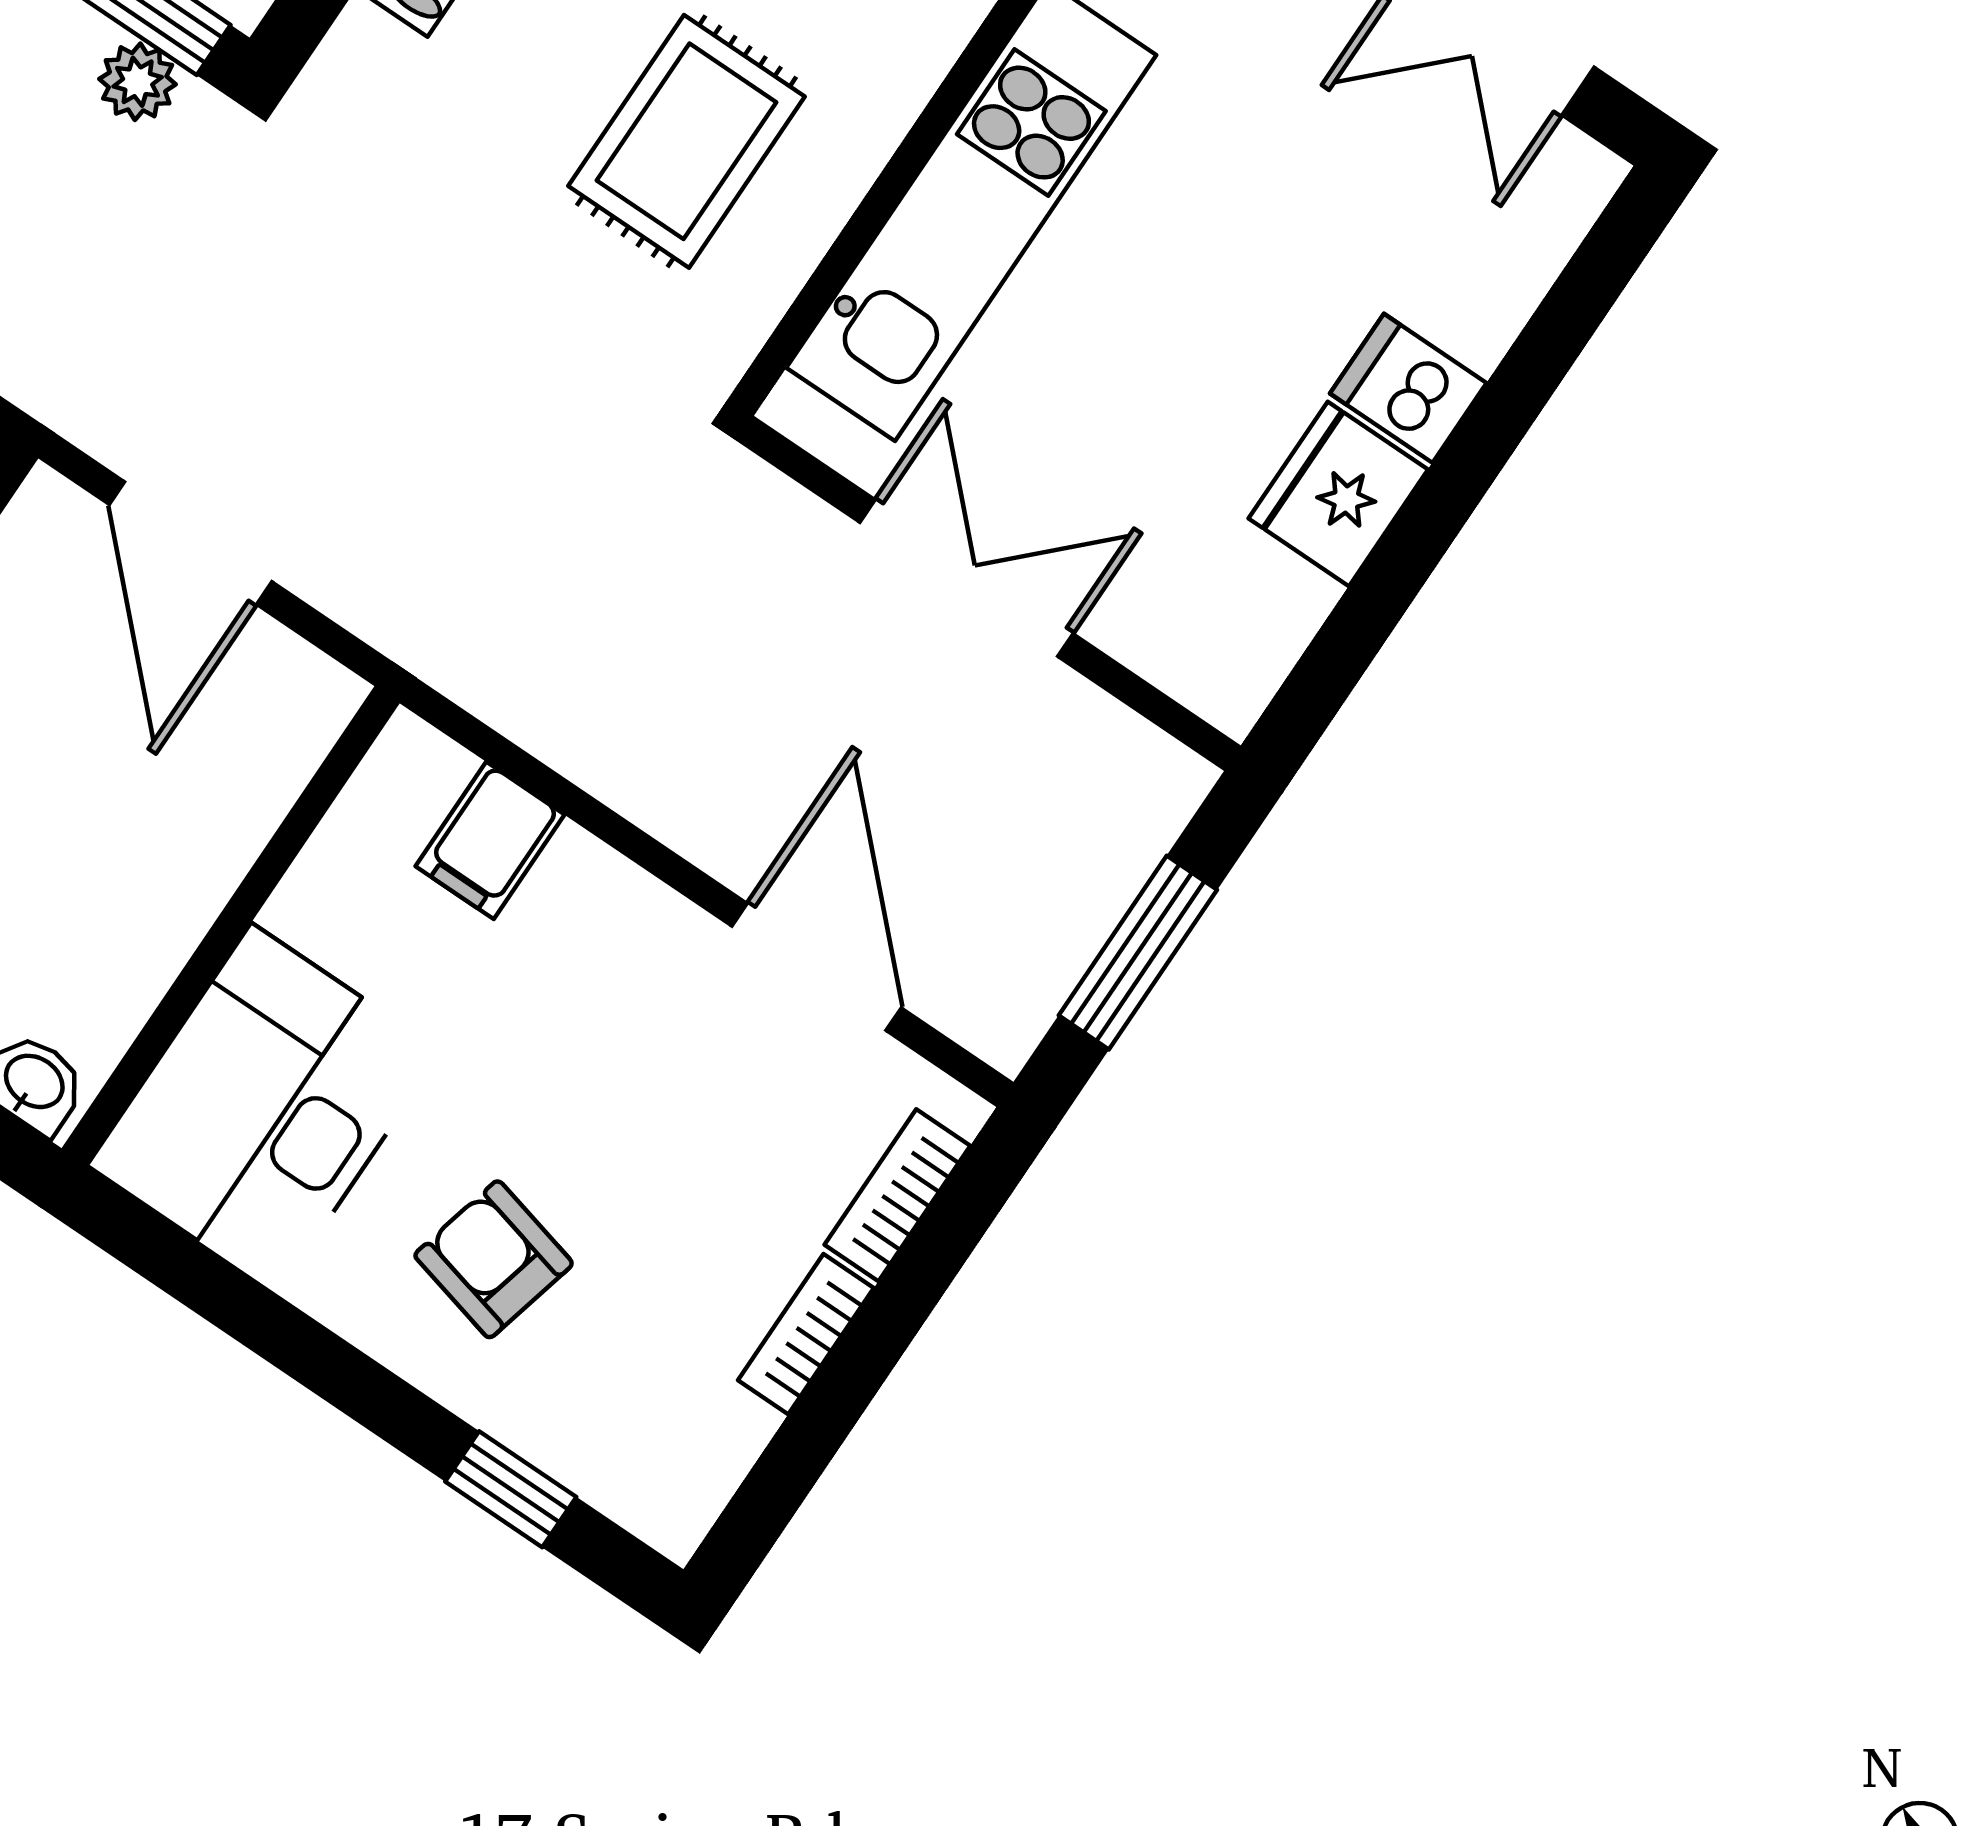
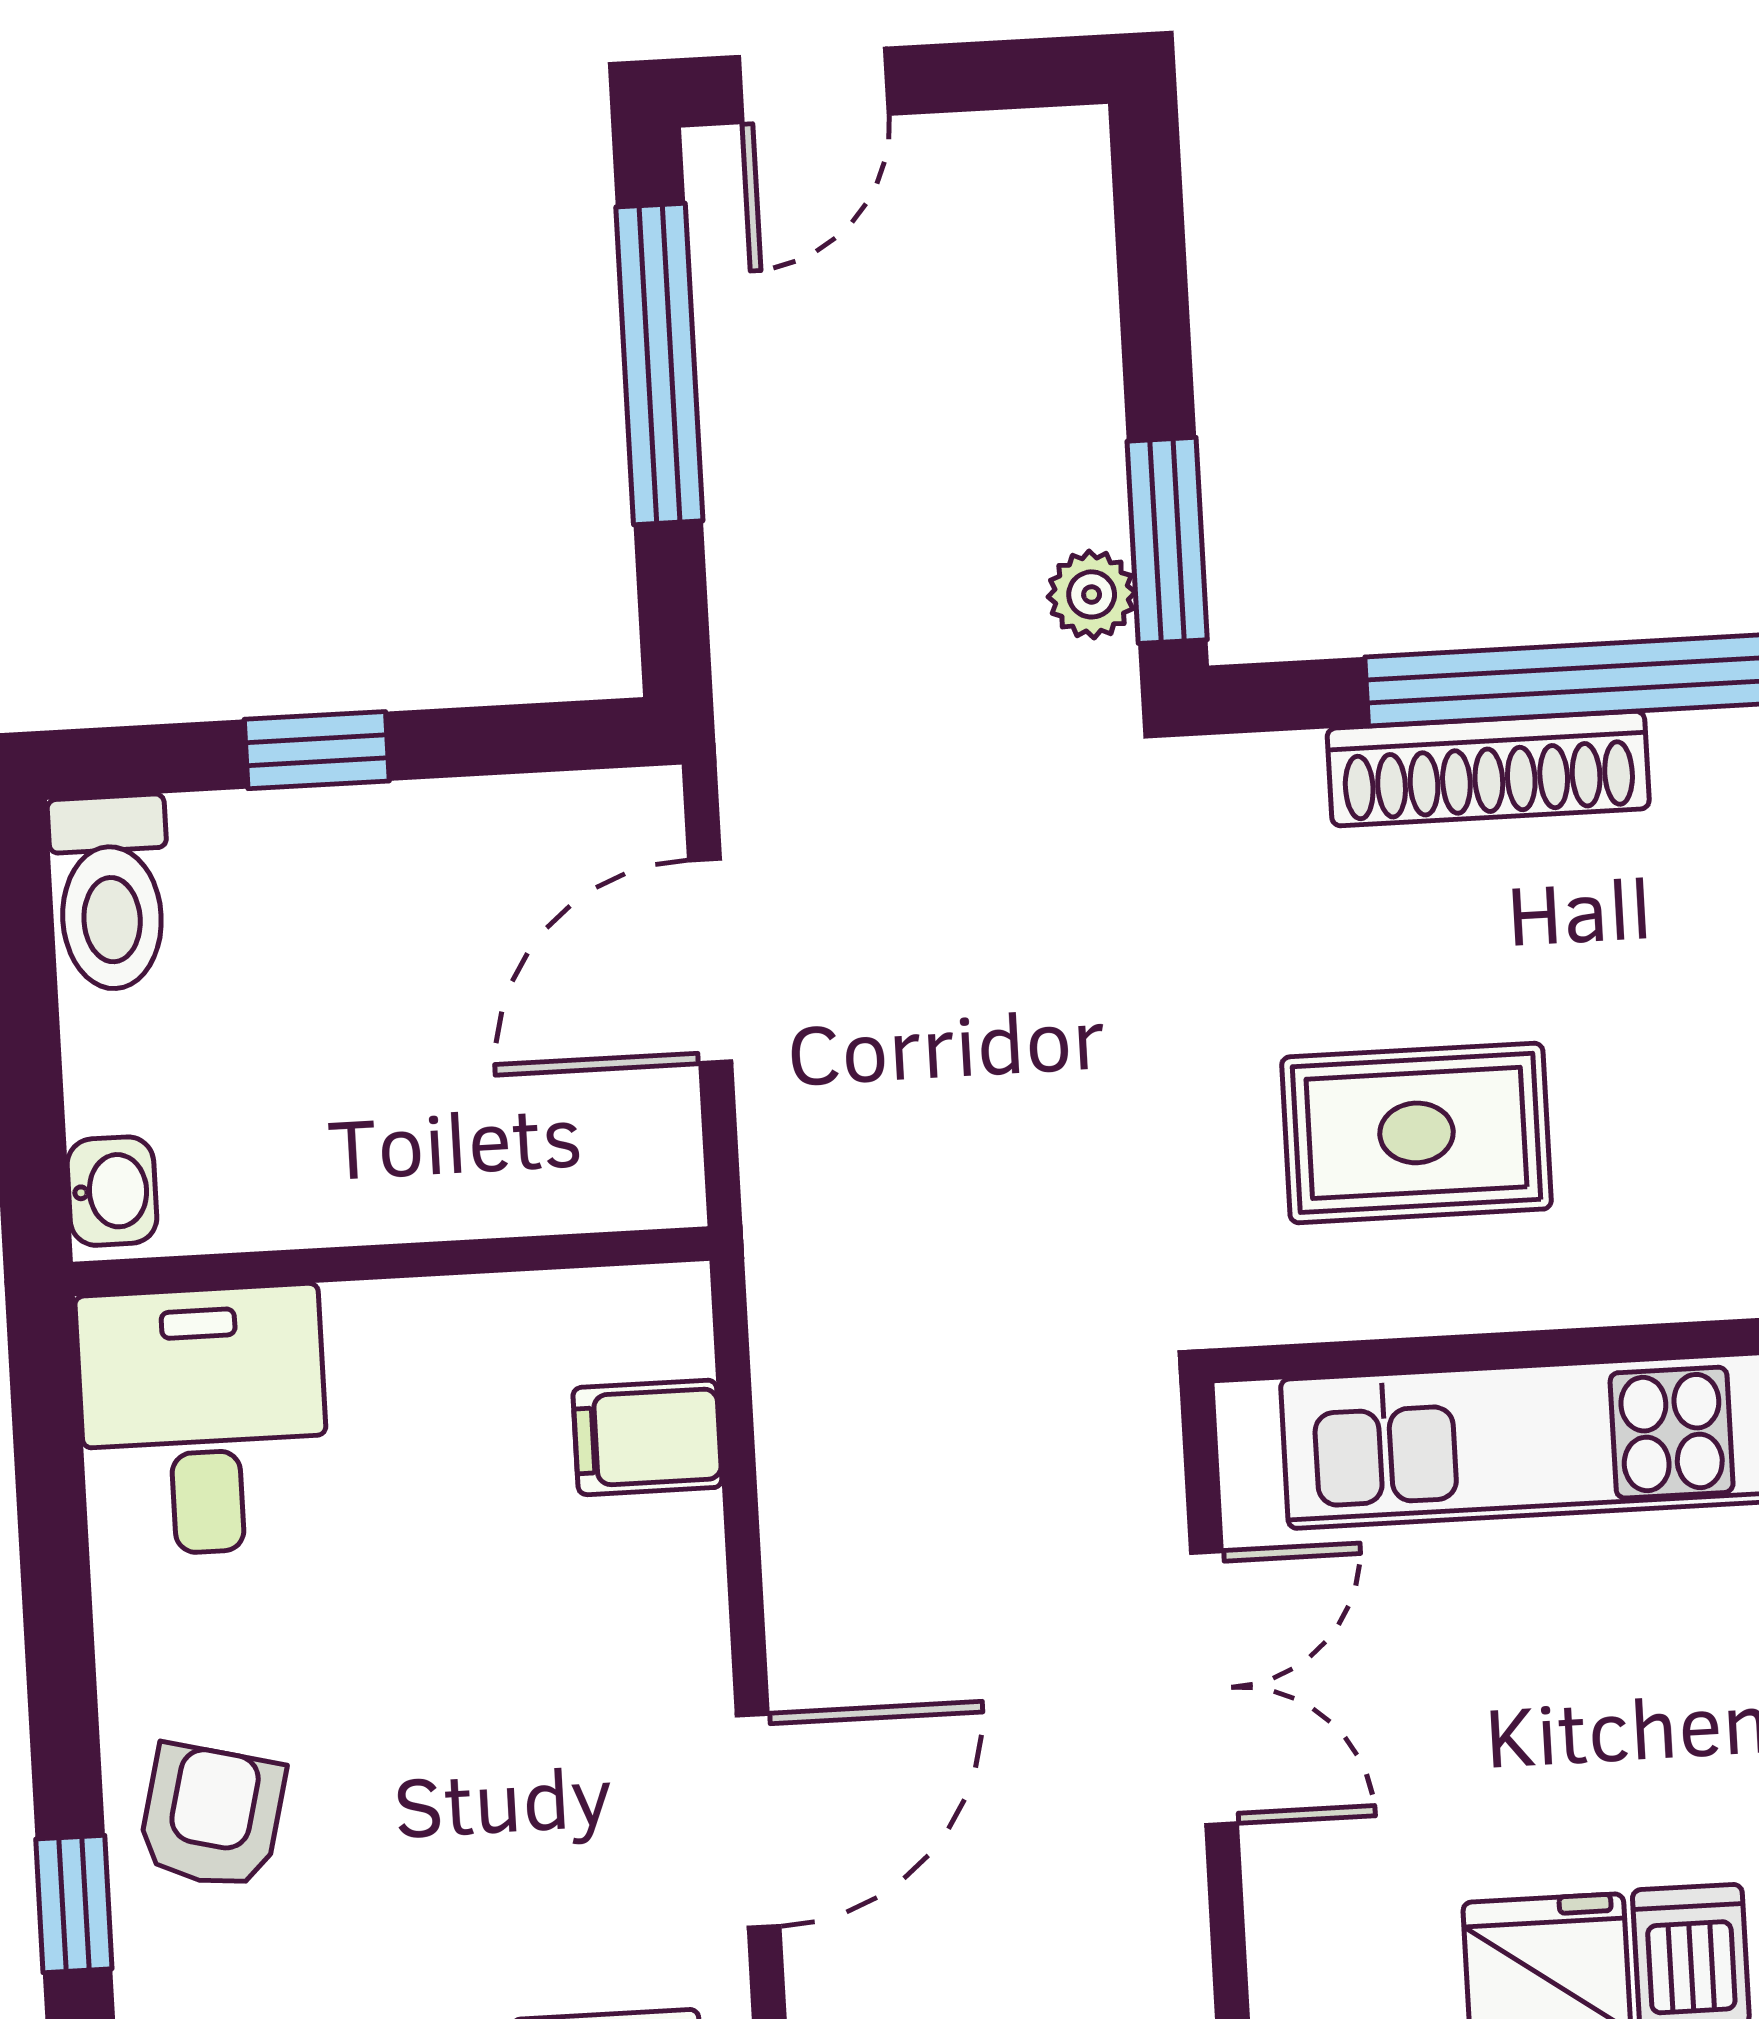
desk: (264, 1109) -> (203, 1421), width x0.73
armchair: (494, 1259) -> (212, 1817), moved

